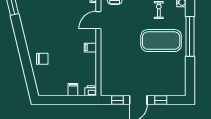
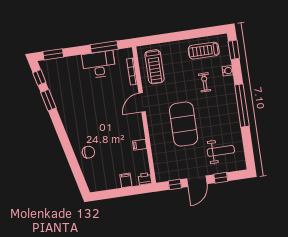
exercise mat: (161, 41) -> (184, 124), moved, turned 90
filing cabinet: (90, 48) -> (140, 145), moved
weight bench: (164, 75) -> (221, 151), added

